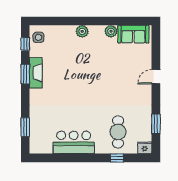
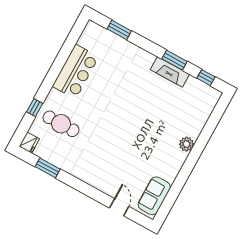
plant: (111, 31) -> (170, 174), removed
side table: (38, 37) -> (205, 95), removed
door: (156, 77) -> (119, 207), moved

